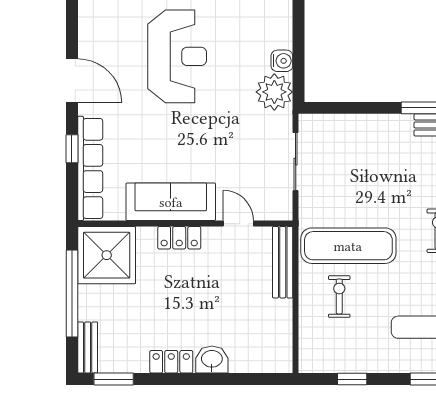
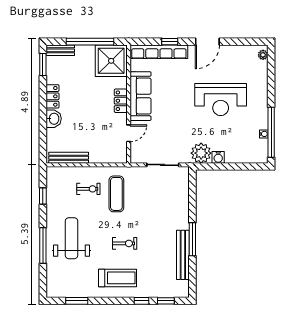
exercise mat: (348, 246) -> (116, 194), width x0.73, depth x0.69
bench: (283, 262) -> (69, 158), moved

